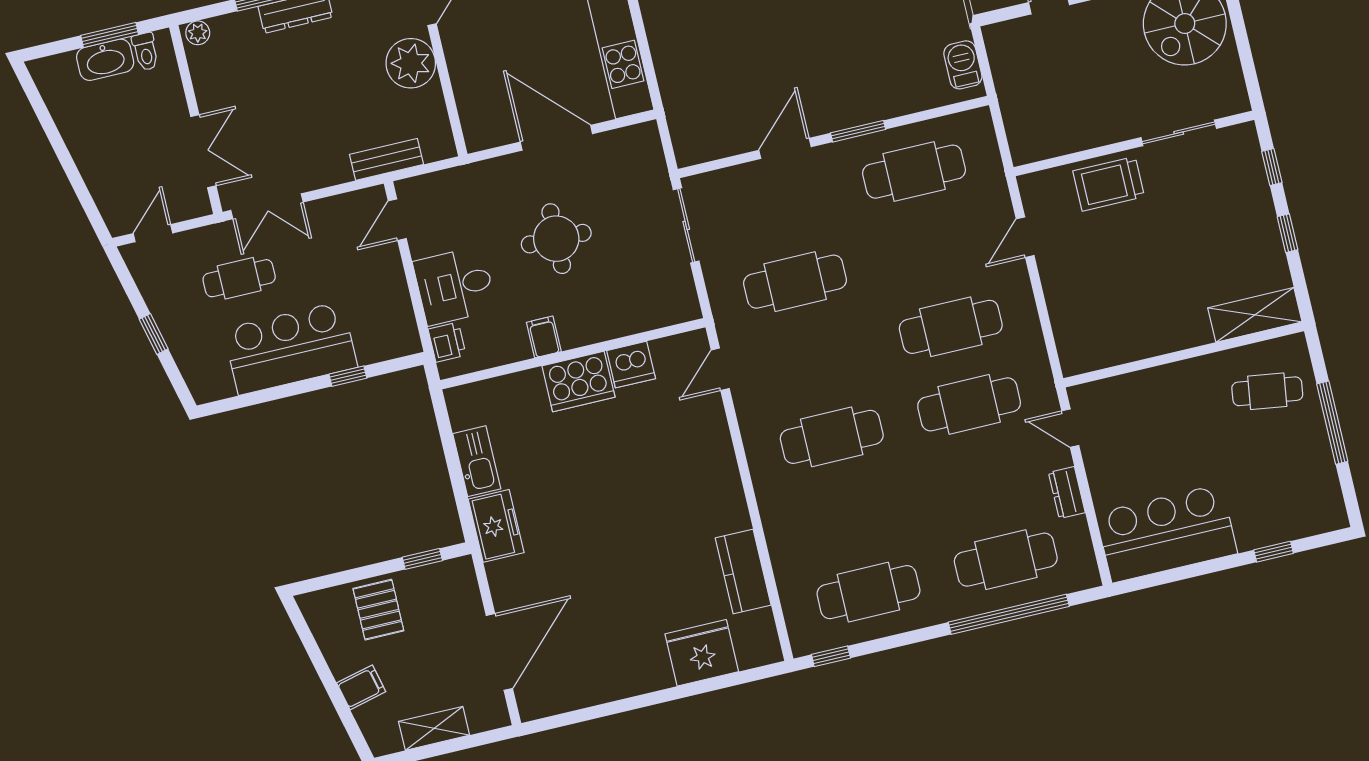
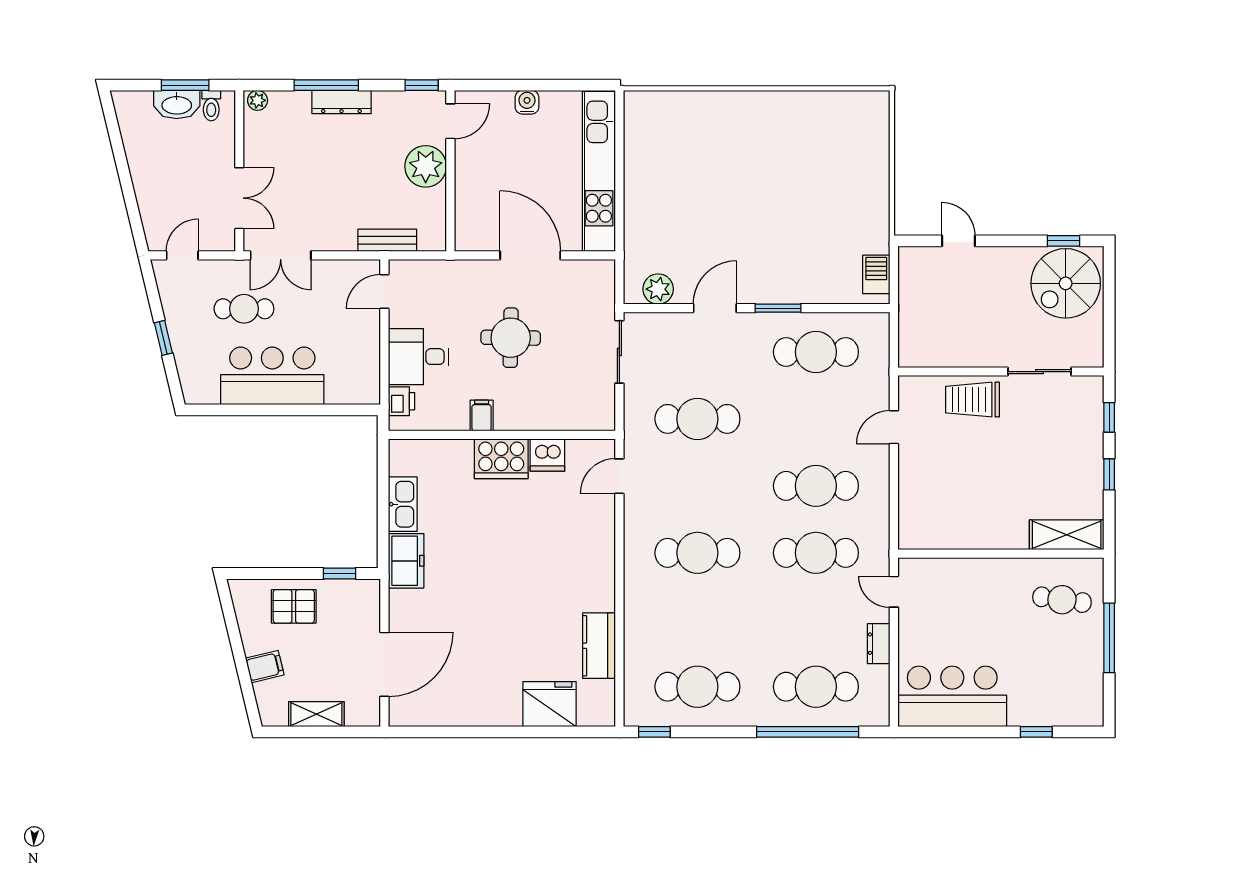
plant: (714, 142) -> (658, 289), added
window: (348, 376) -> (314, 410), removed
pallet: (378, 610) -> (294, 606), turned 90

